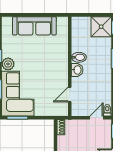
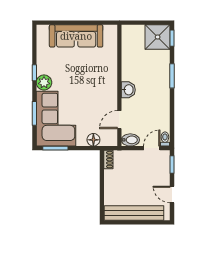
bidet: (79, 57) -> (130, 140), moved
floor lamp: (49, 111) -> (93, 140), added

